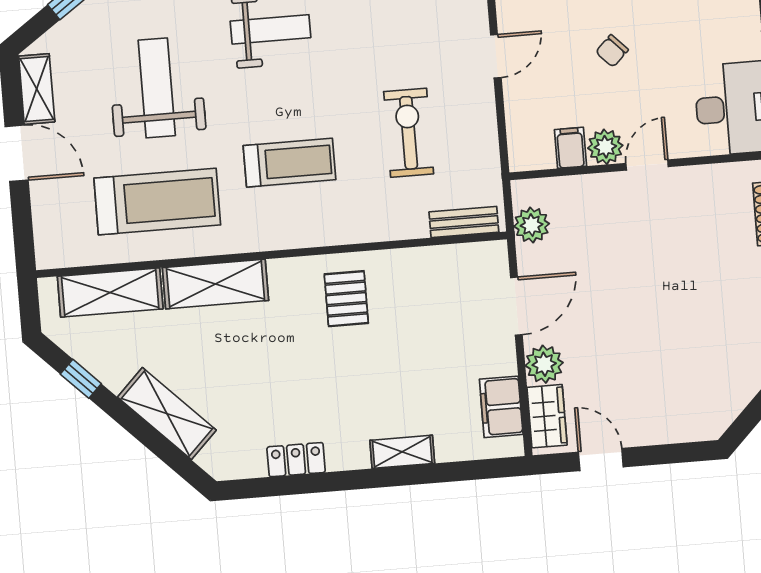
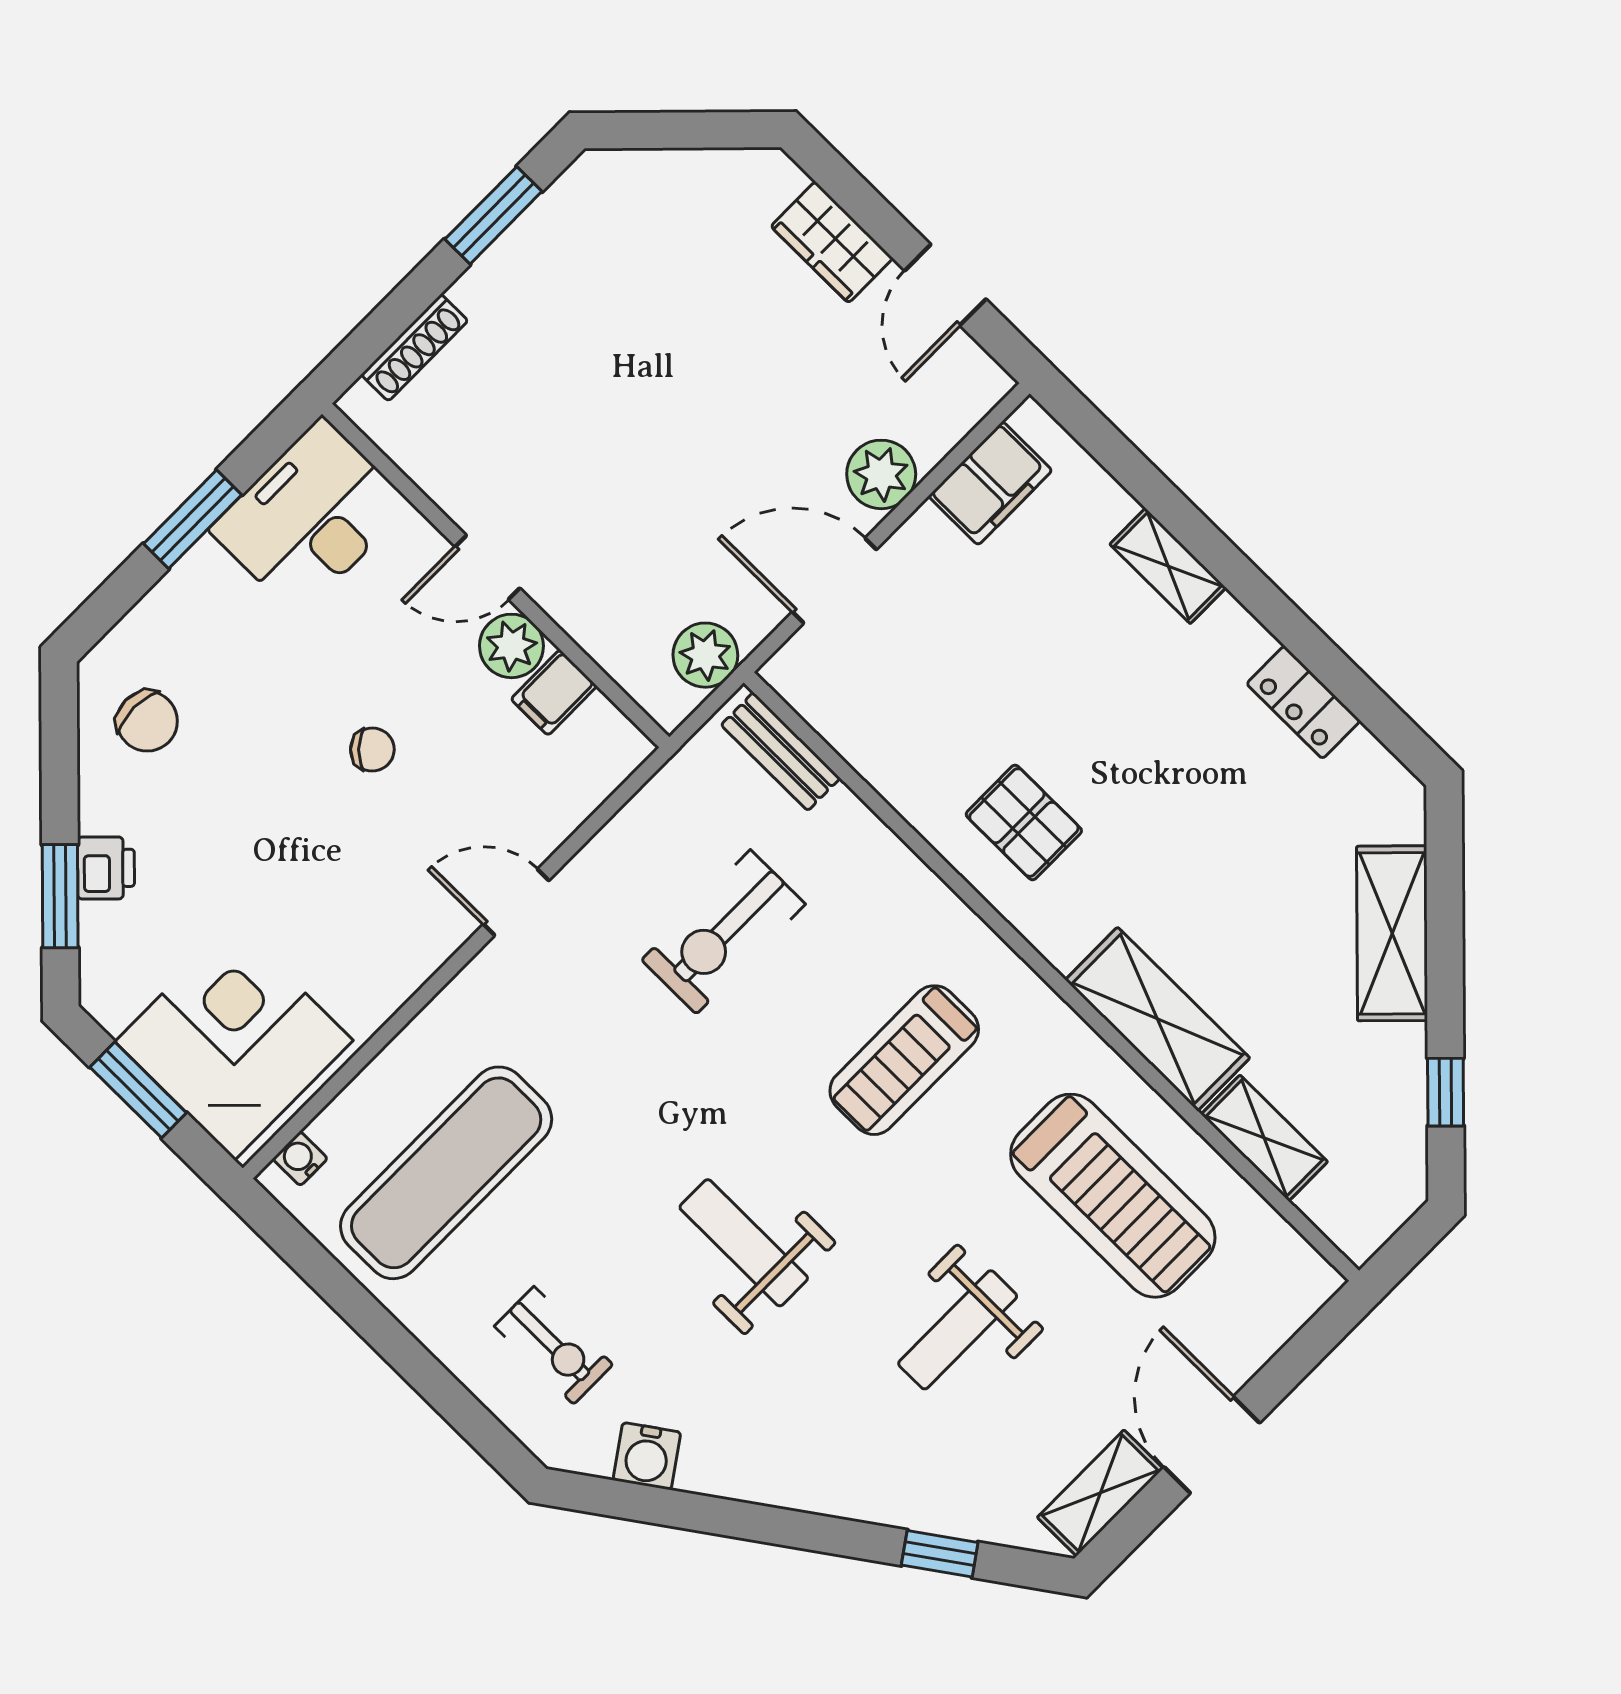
weight bench: (157, 88) -> (958, 1330), width x0.73, depth x0.75
treadmill: (290, 163) -> (904, 1060), turned -90
treadmill: (157, 202) -> (1113, 1196), turned 180
shelving: (110, 293) -> (1264, 1138), width x0.67, depth x0.75
pallet: (346, 299) -> (1024, 823), turned 90
wardrobe: (547, 416) -> (832, 242), moved, turned -90

